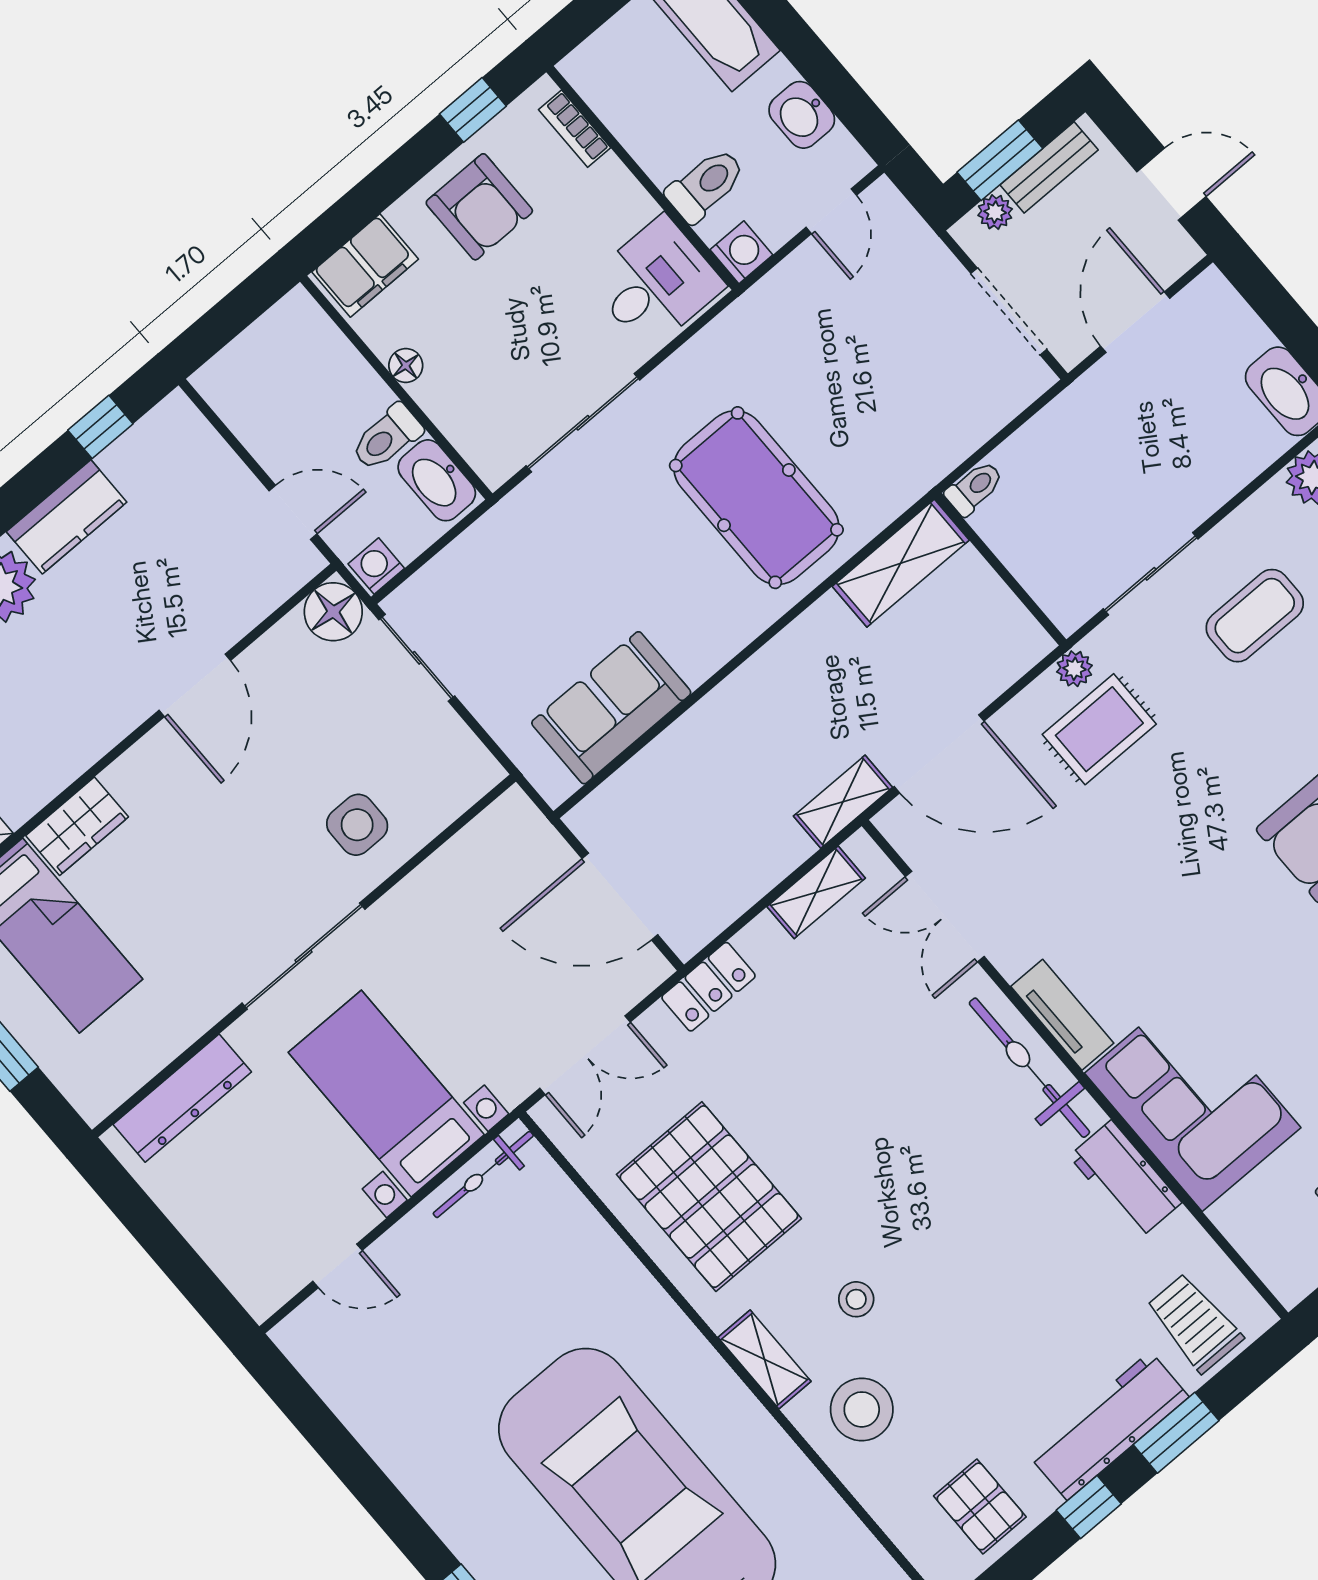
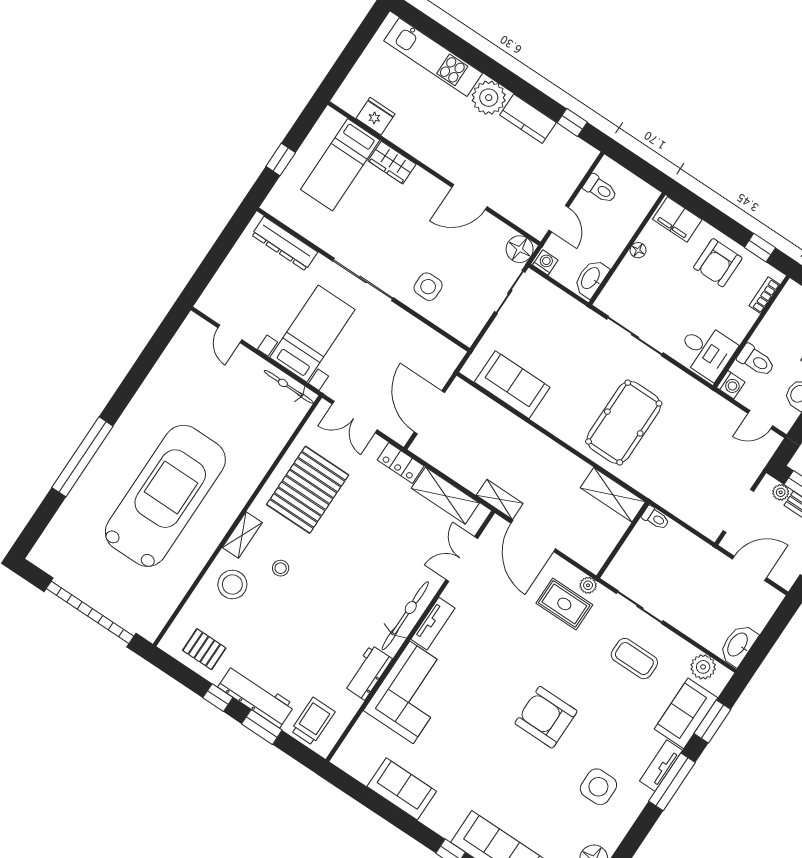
toilet: (387, 437) -> (600, 189), moved, turned 180
shelving: (816, 892) -> (445, 496), width x1.50, depth x1.33
pallet: (980, 1506) -> (204, 649), turned 90

